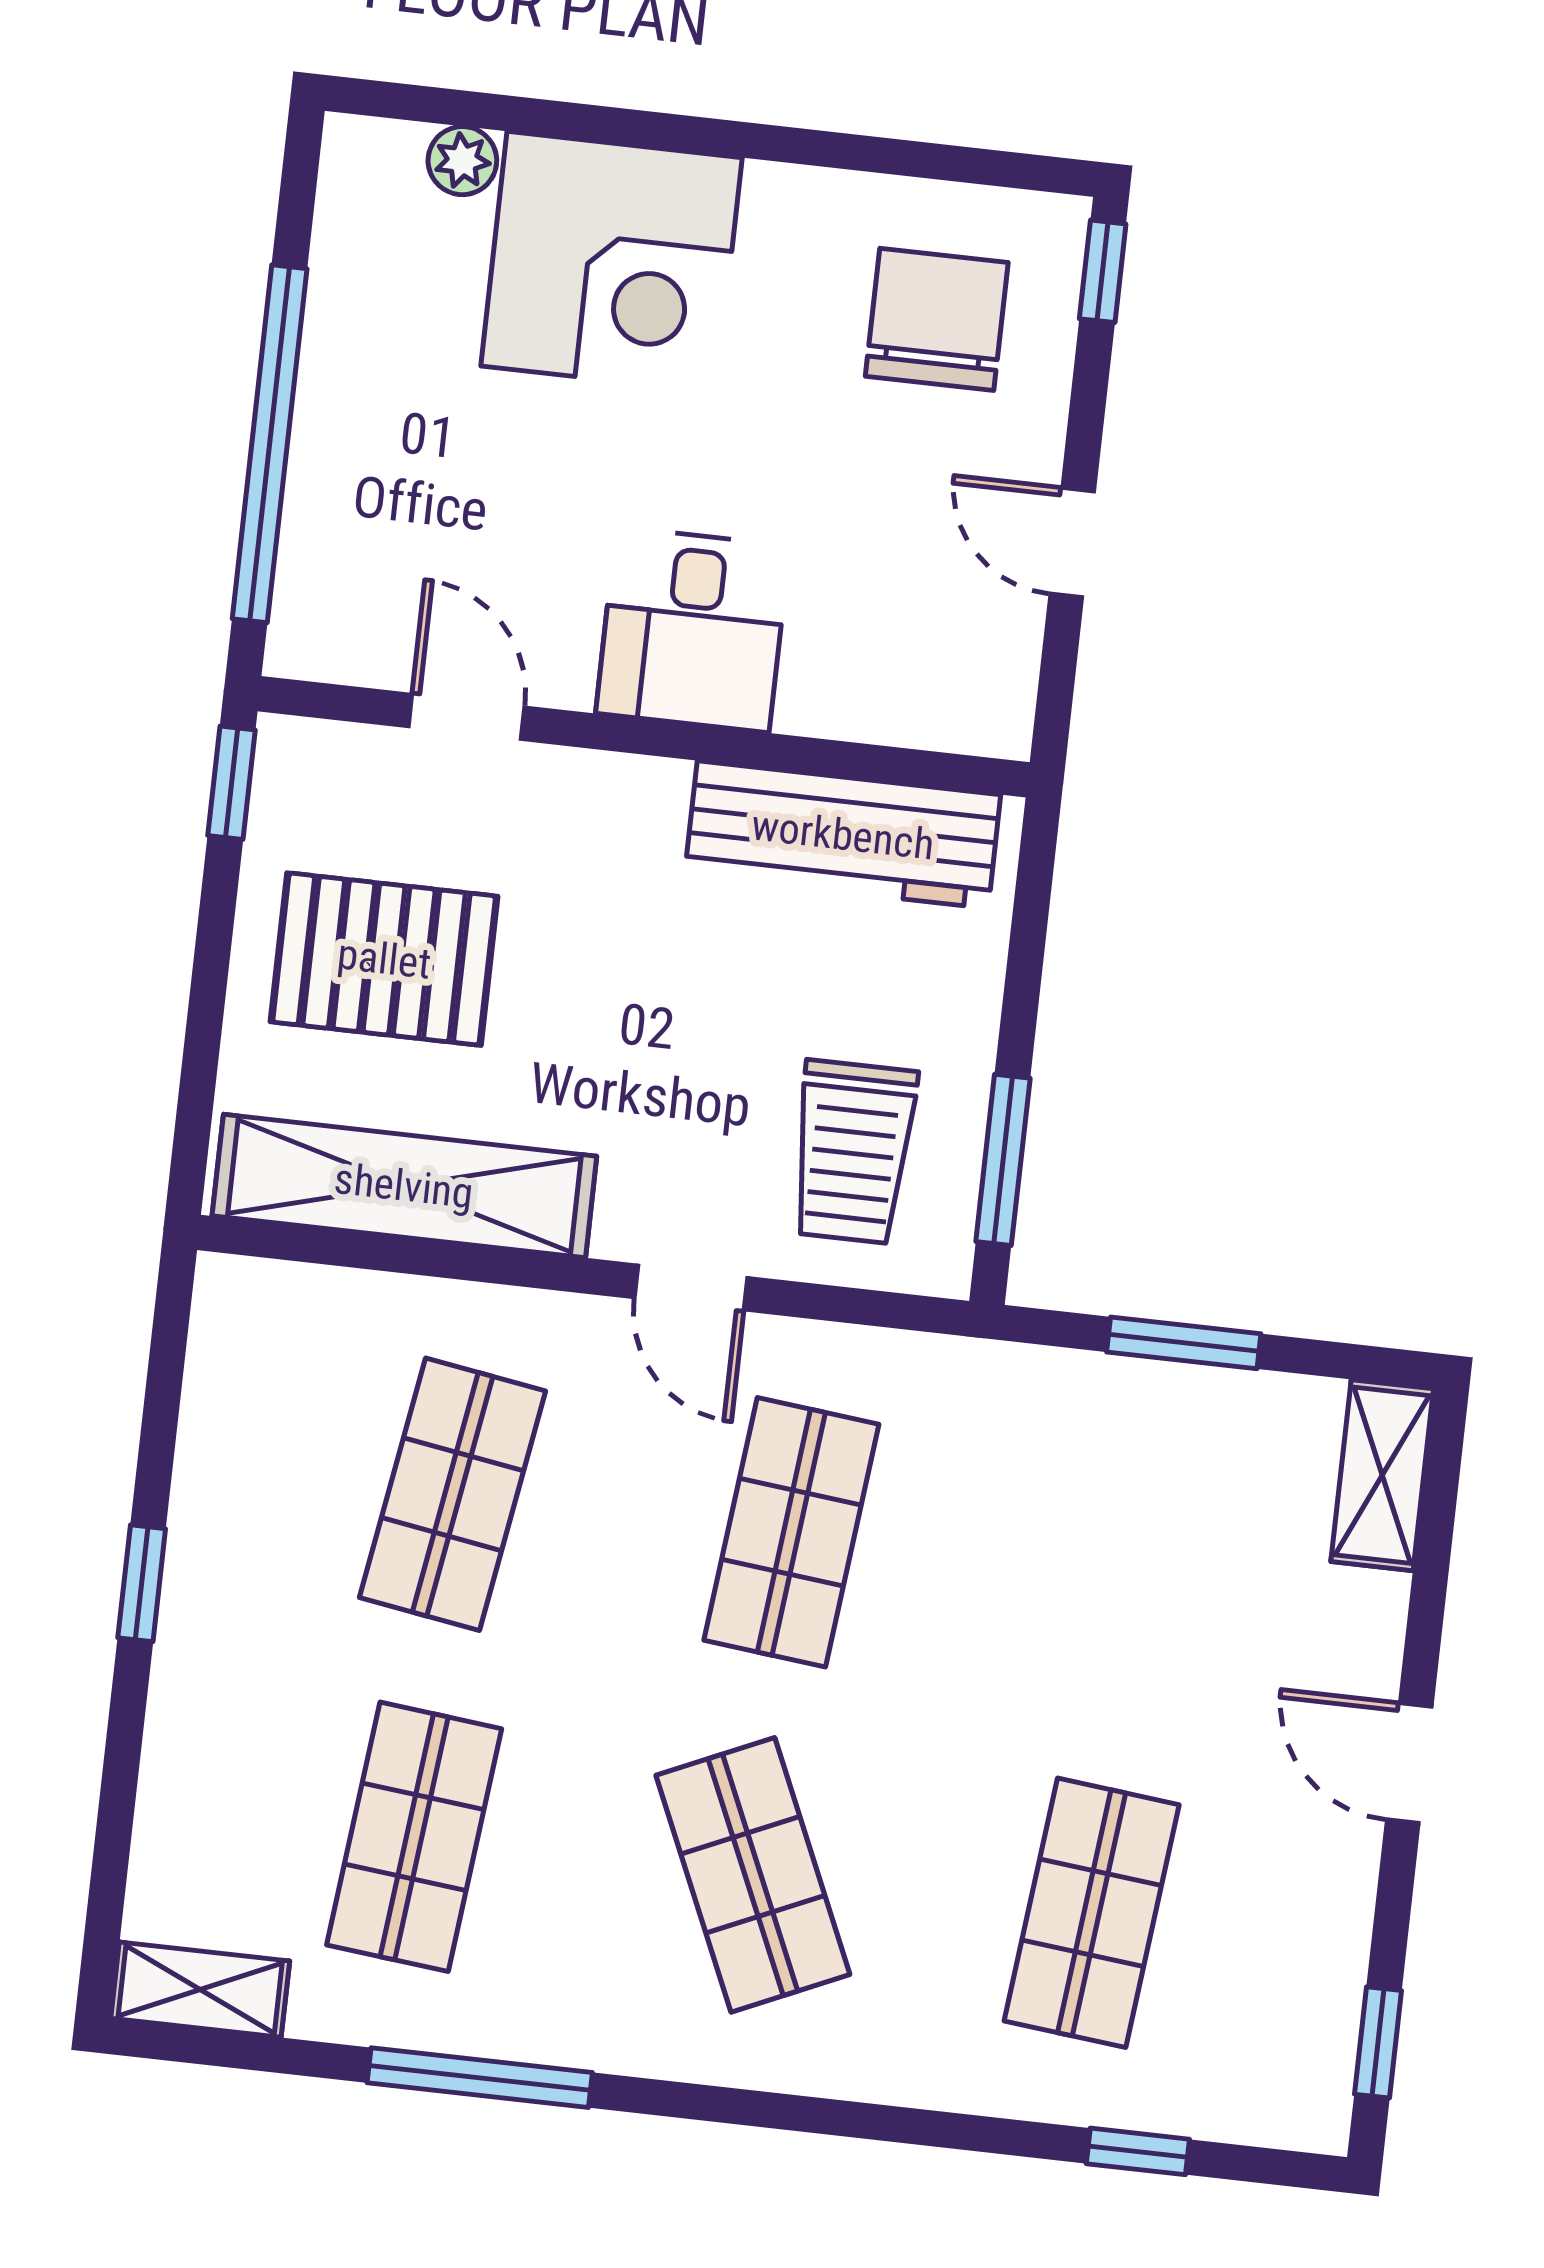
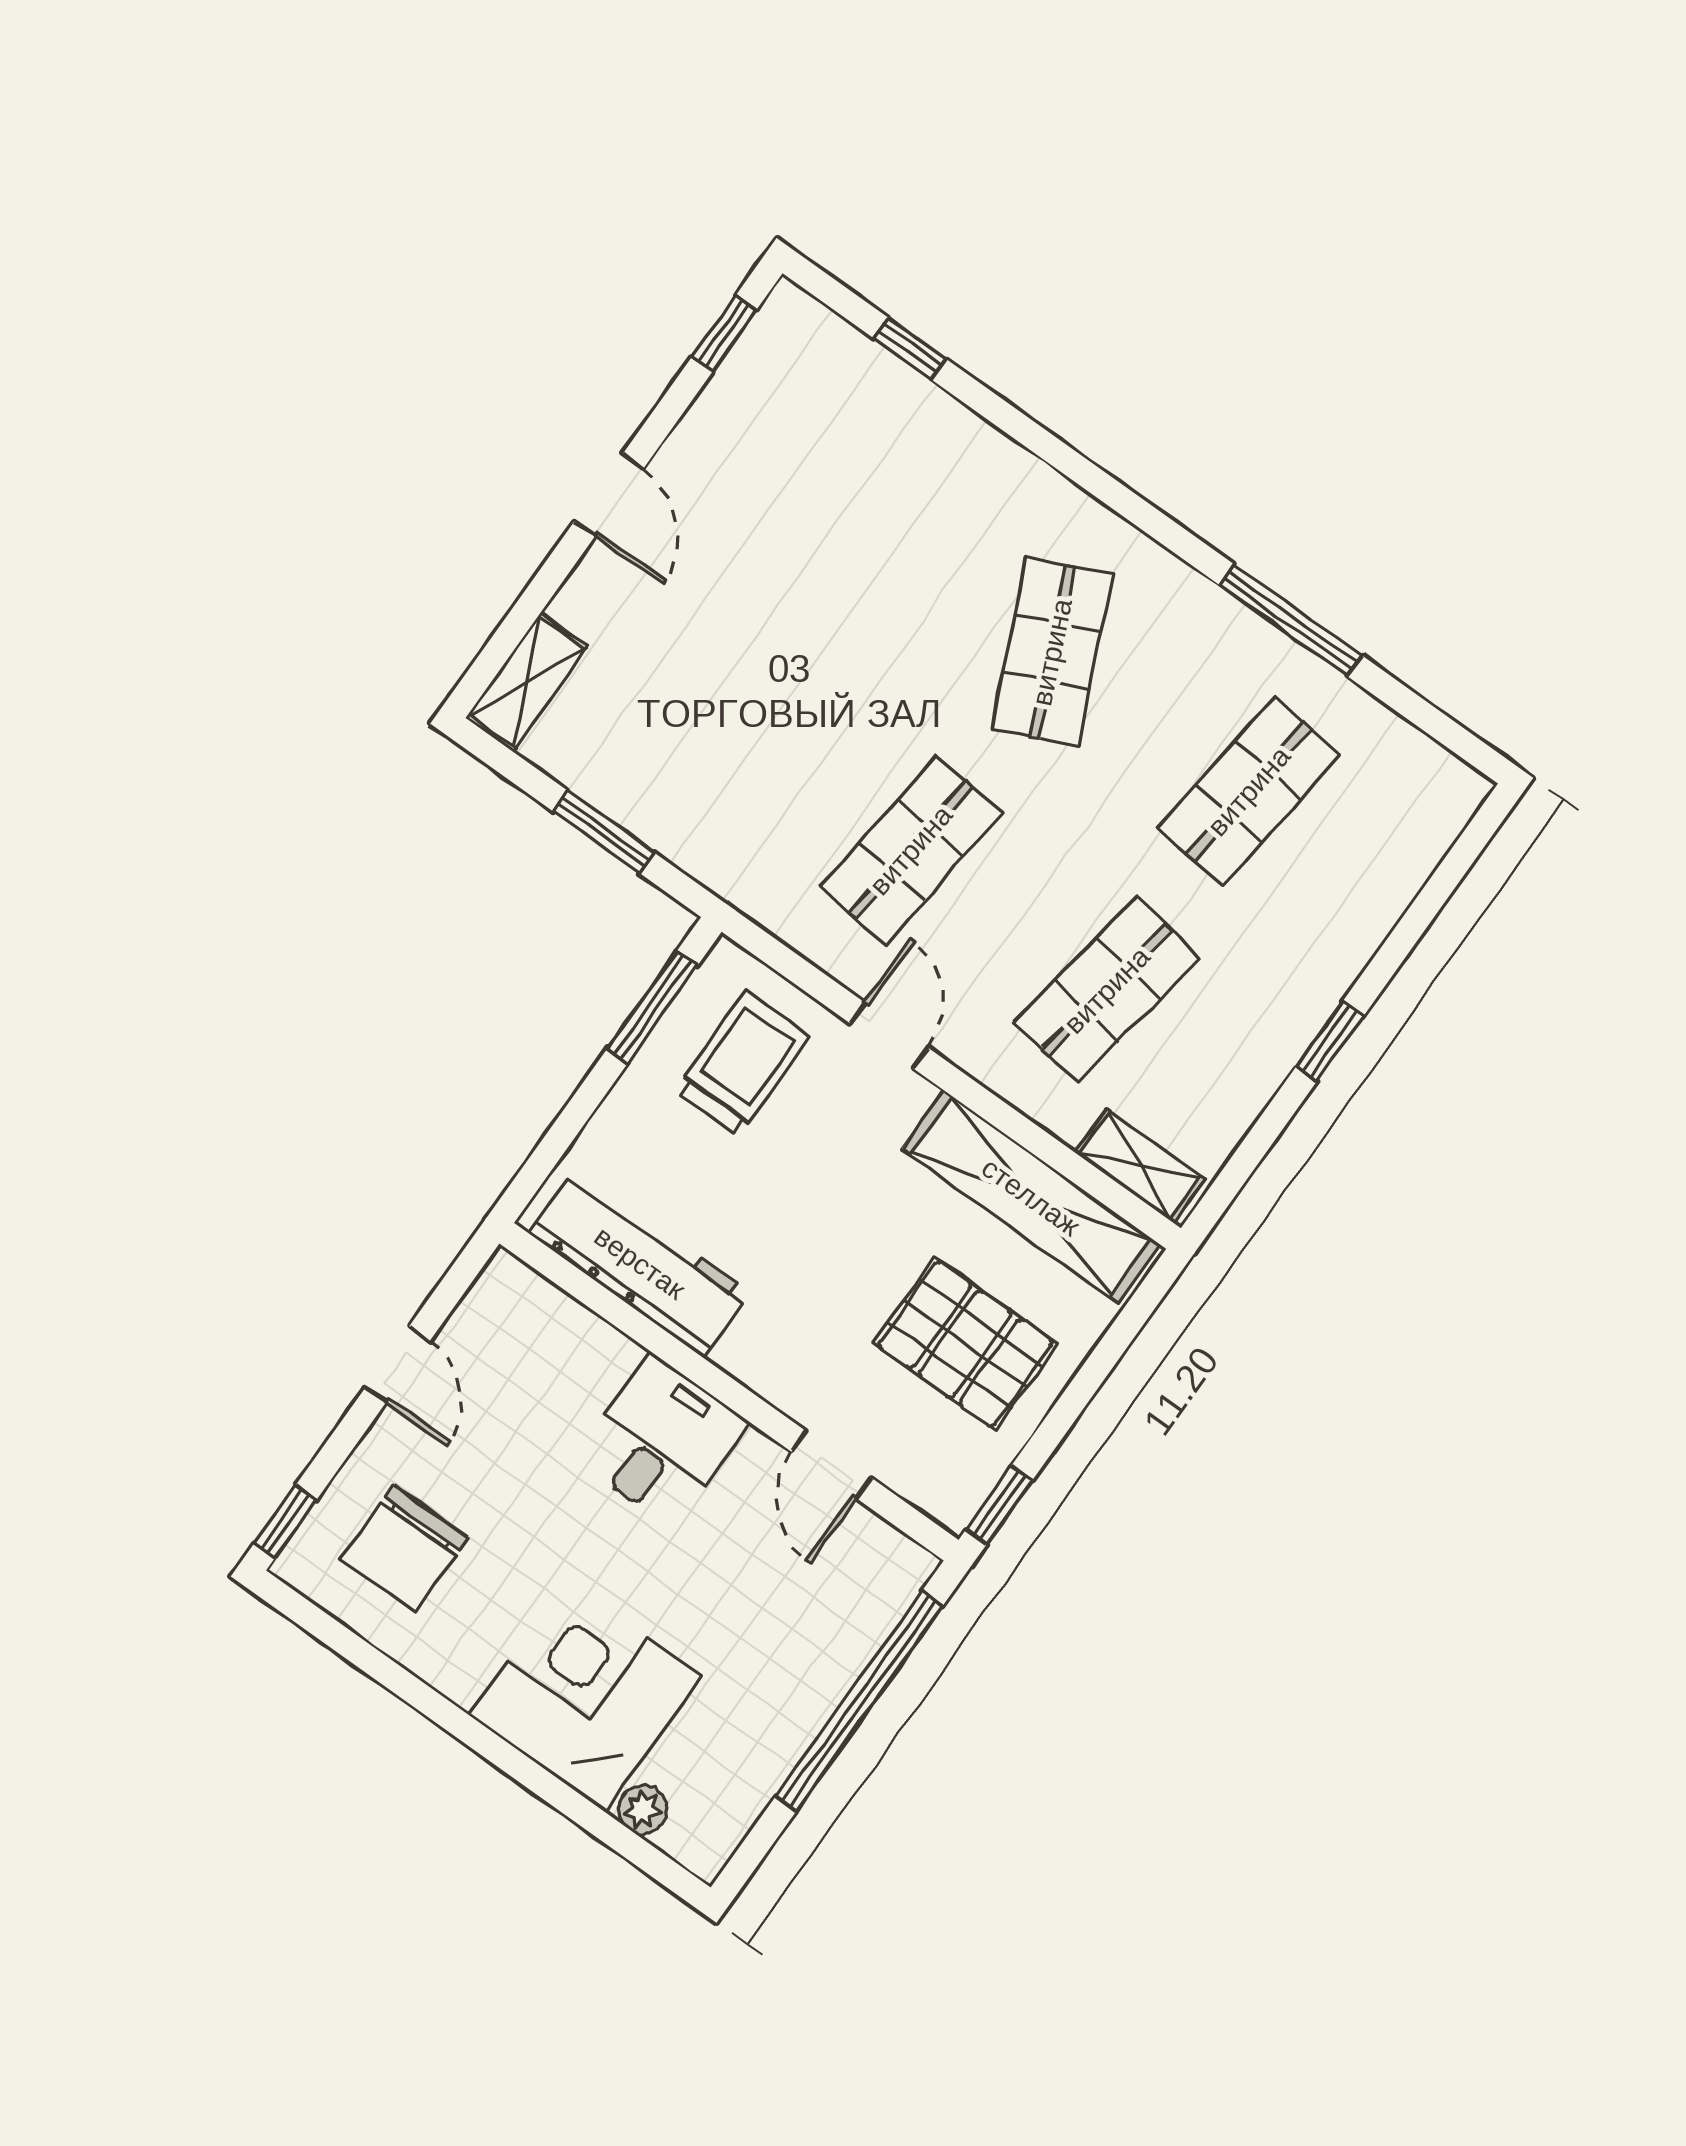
shop shelf: (1092, 1913) -> (856, 512), removed
shelving: (200, 1990) -> (1140, 1166), moved

